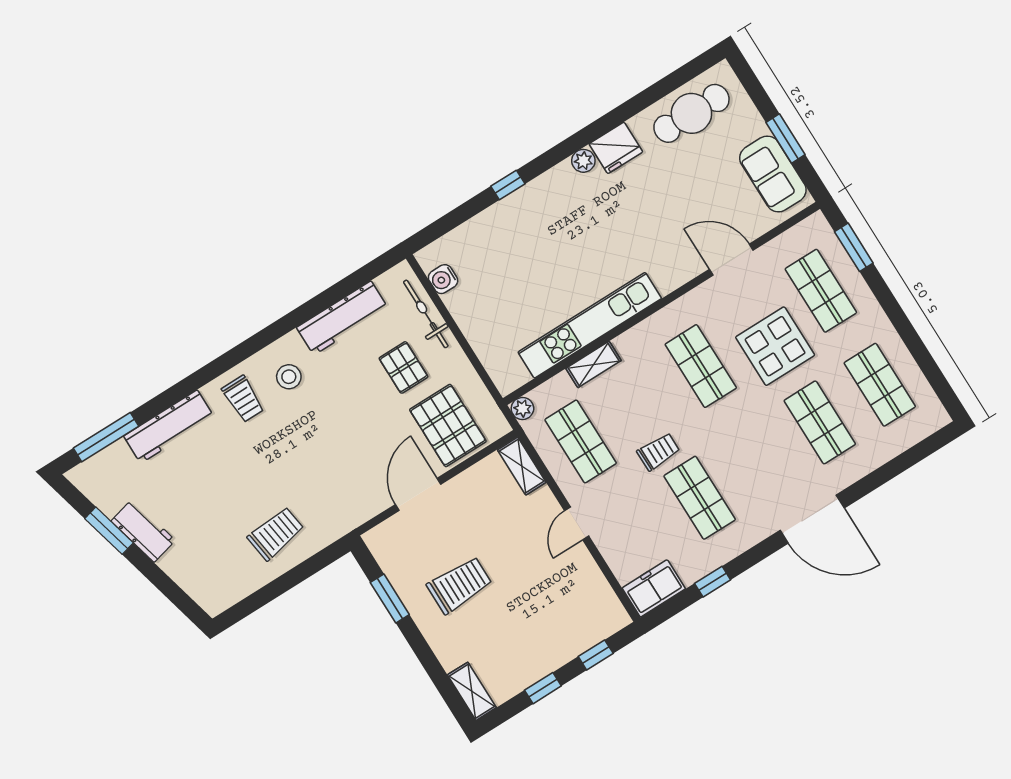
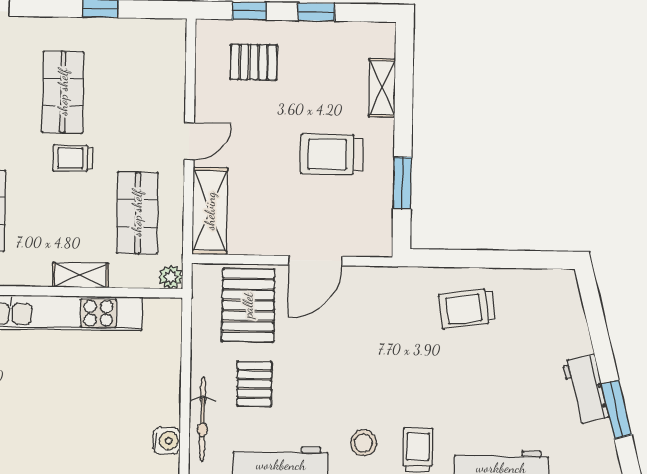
shelving: (522, 466) -> (210, 211), width x1.50, depth x1.33
freezer: (654, 588) -> (158, 37), removed
pallet: (566, 617) -> (254, 62), added
shelving: (472, 691) -> (382, 88), moved

